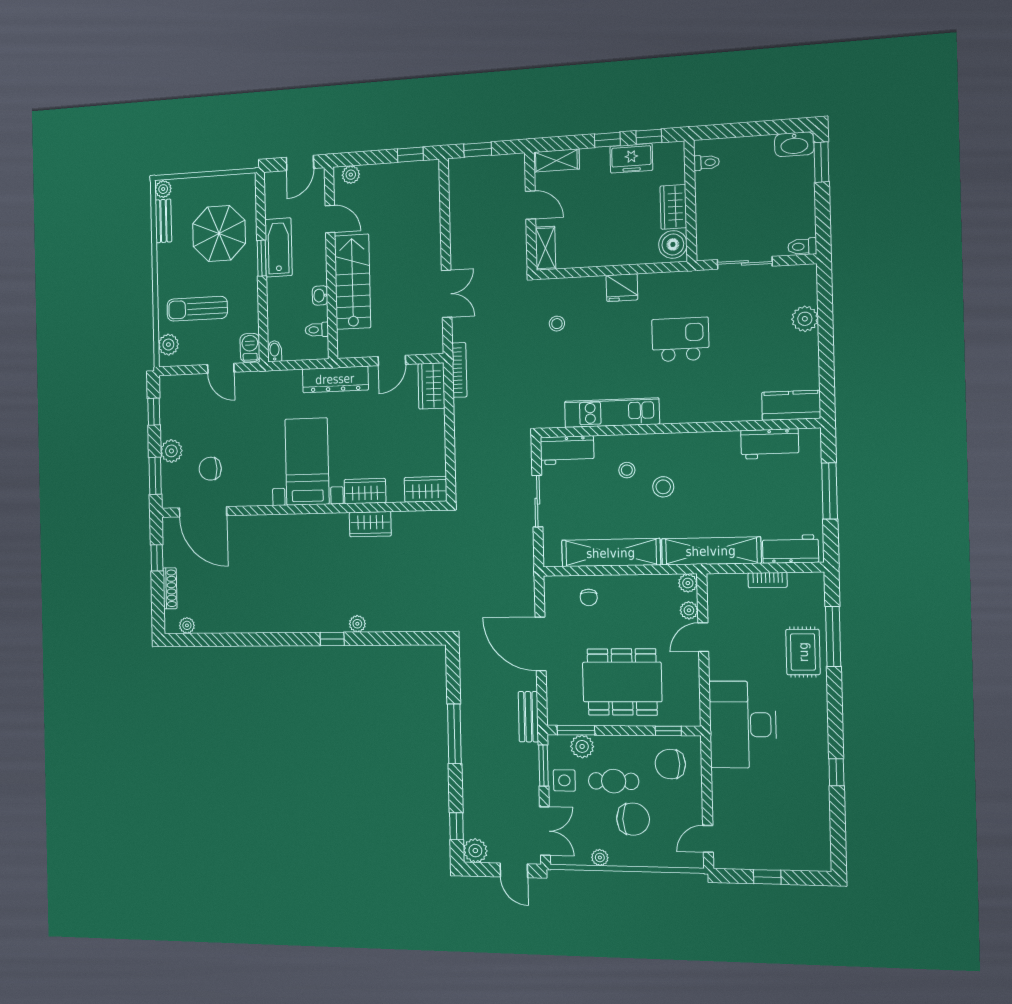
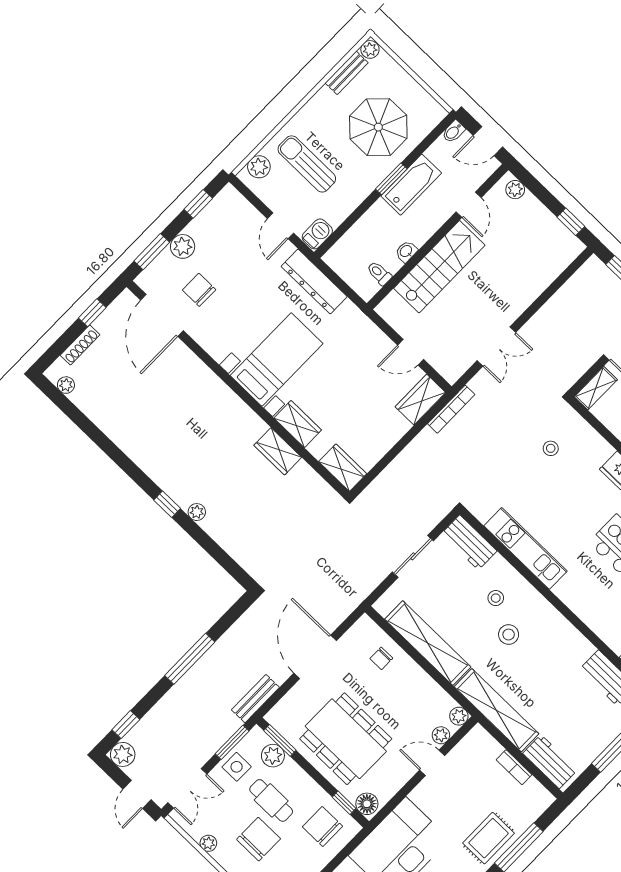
bidet: (275, 351) -> (453, 132), moved, turned 180
dresser: (335, 379) -> (314, 281), moved
floor lamp: (686, 715) -> (367, 804), added
chair: (633, 819) -> (259, 839), turned -90

